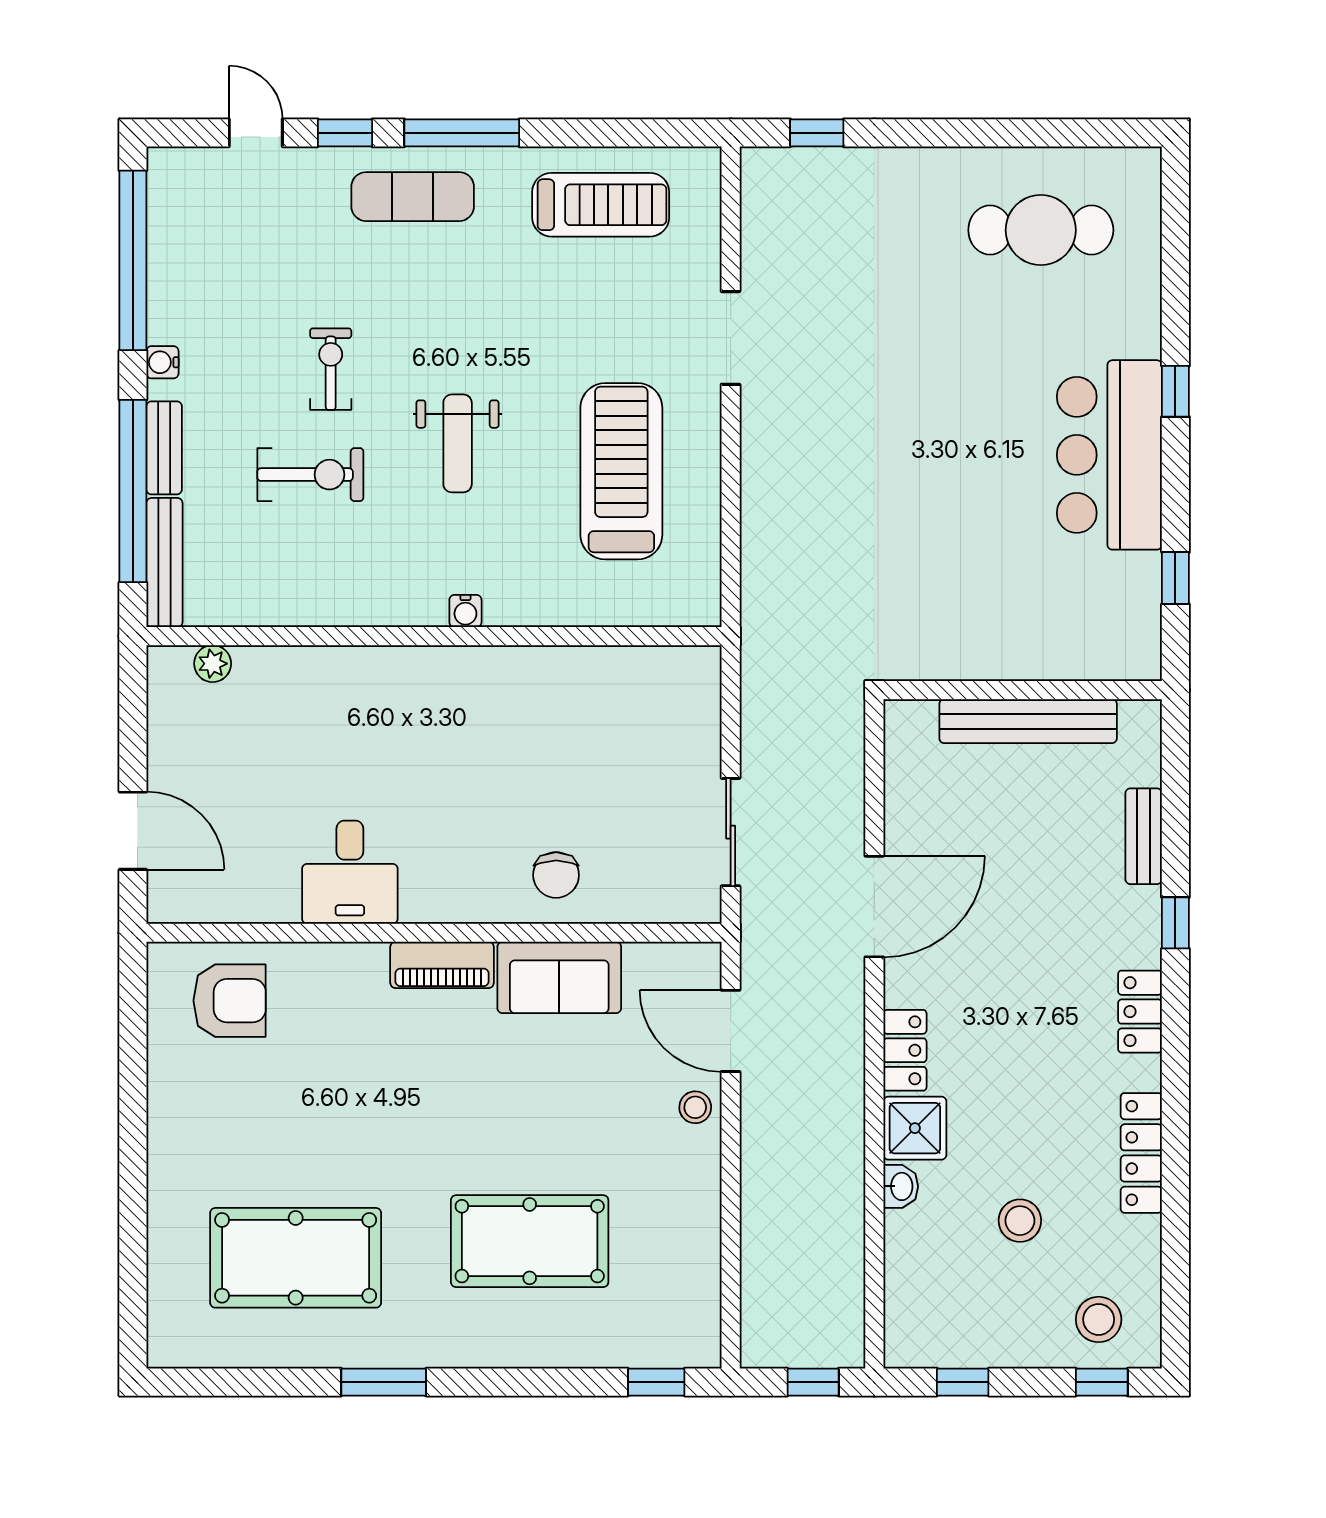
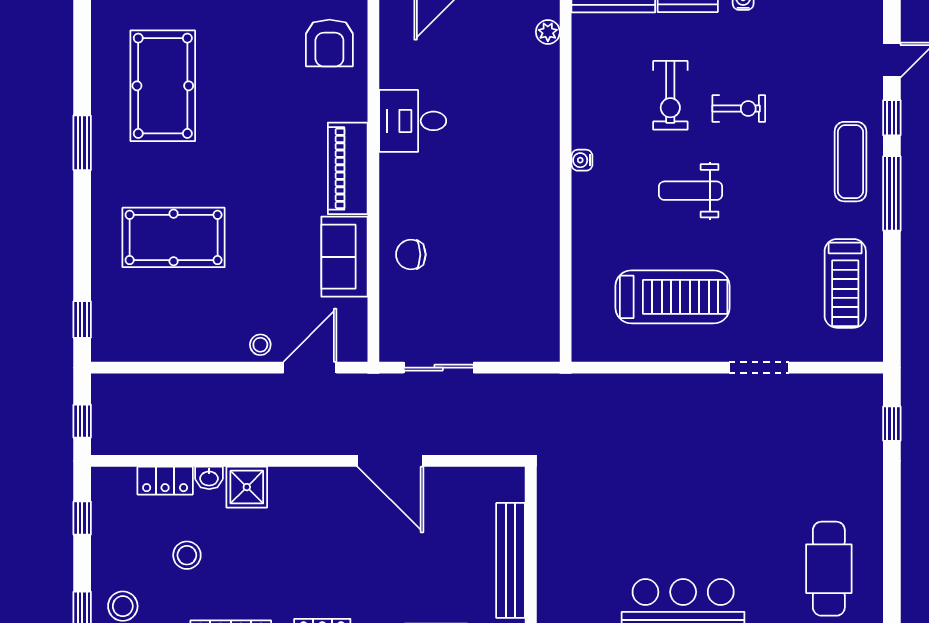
water cooler: (465, 611) -> (582, 160), moved
piano: (442, 965) -> (348, 168), width x1.37, depth x1.33
locker: (905, 1050) -> (165, 481), moved
pool table: (530, 1241) -> (174, 237), turned 90

